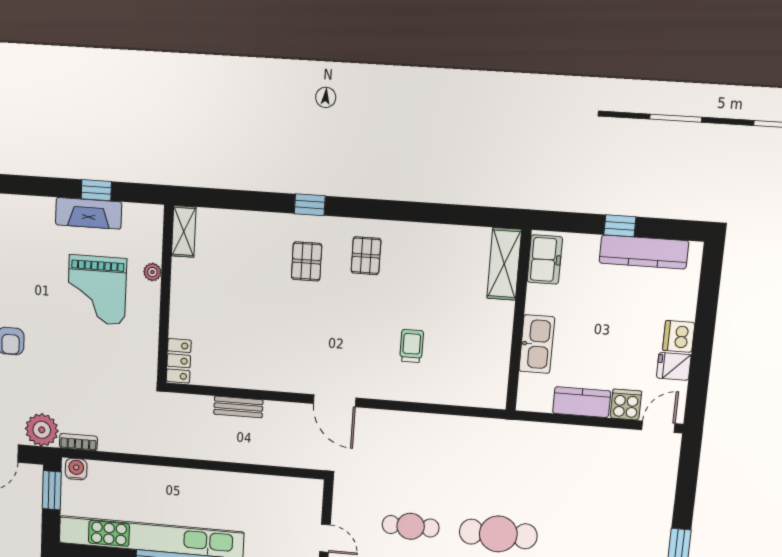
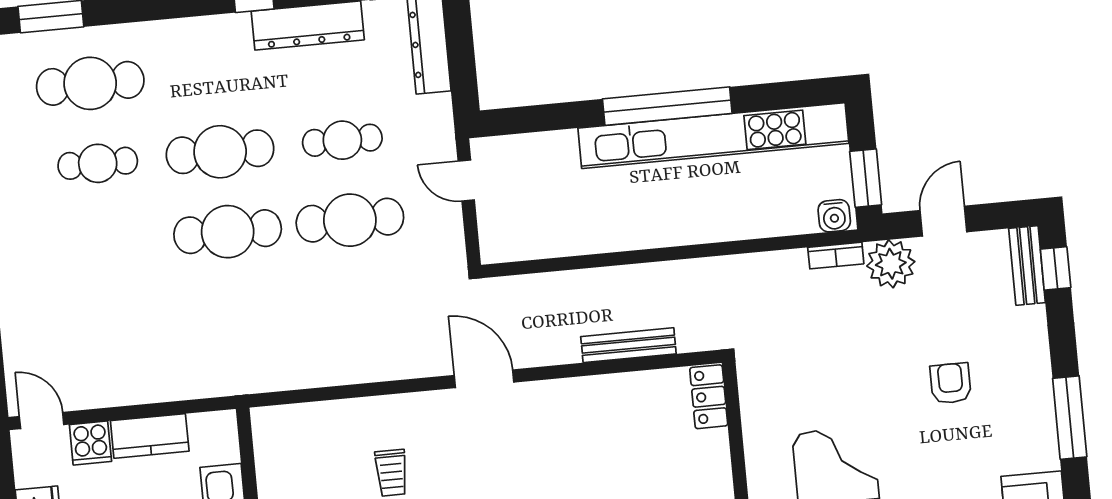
bench: (238, 407) -> (628, 345), width x1.36
door: (658, 427) -> (42, 421), swing flipped
cafe table: (411, 526) -> (350, 220), width x1.37, depth x1.35

